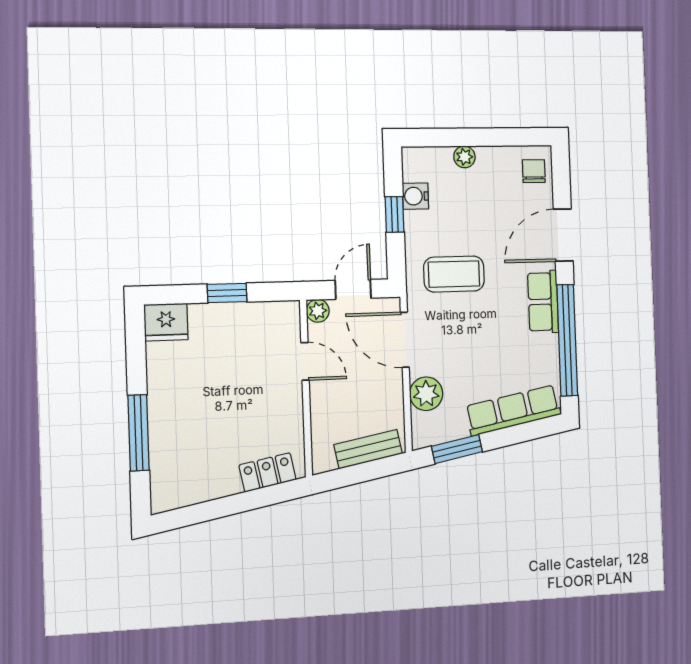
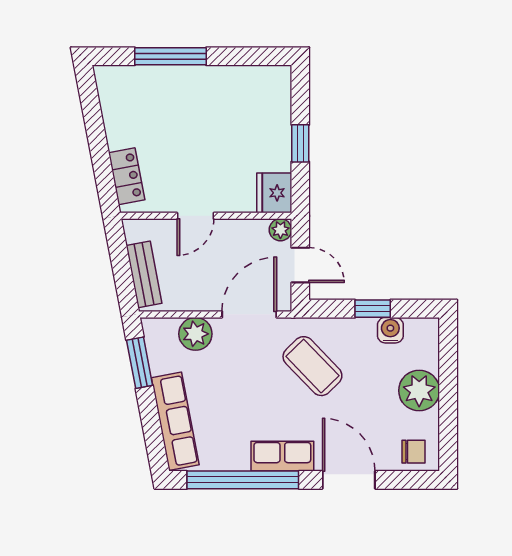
plant: (464, 157) -> (419, 391), width x1.87, depth x1.87
coffee table: (454, 274) -> (312, 366), turned -44
fridge: (166, 322) -> (274, 193), moved
door: (305, 361) -> (195, 216), moved

